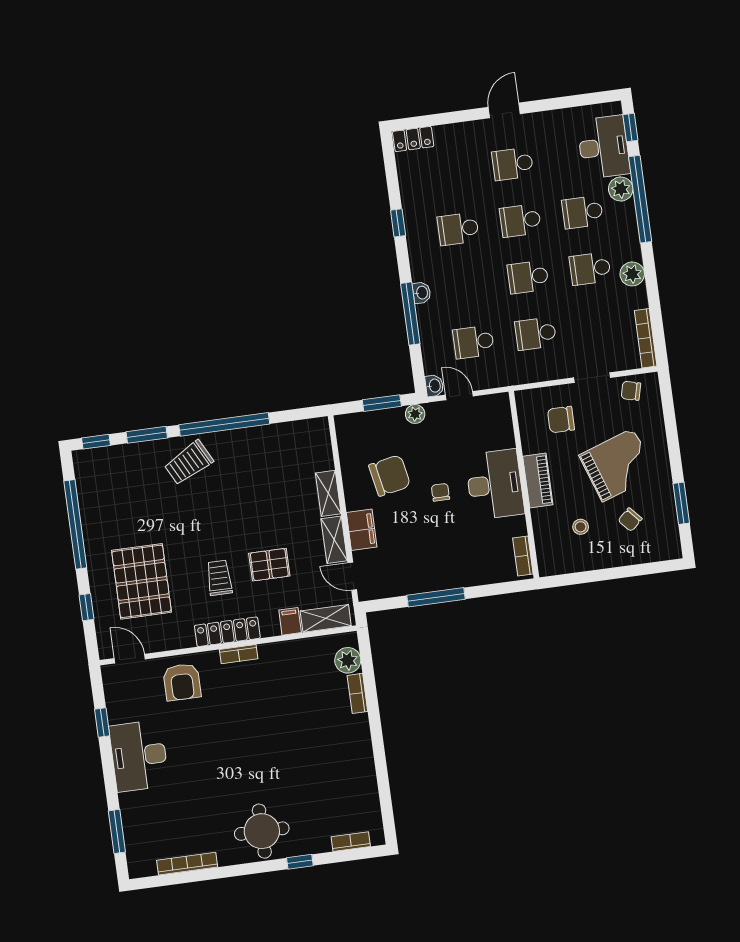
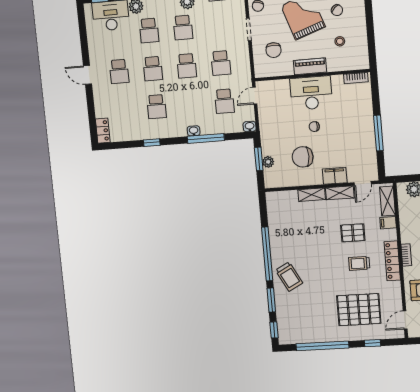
door: (459, 396) -> (255, 96), moved
plant: (415, 414) -> (268, 162), moved
chair: (390, 476) -> (303, 157), turned -79
pallet: (269, 565) -> (353, 233), turned 90

